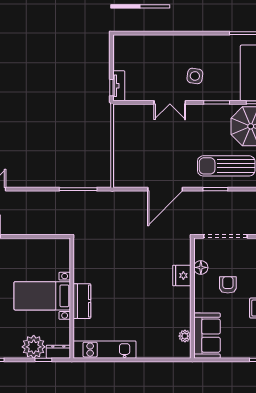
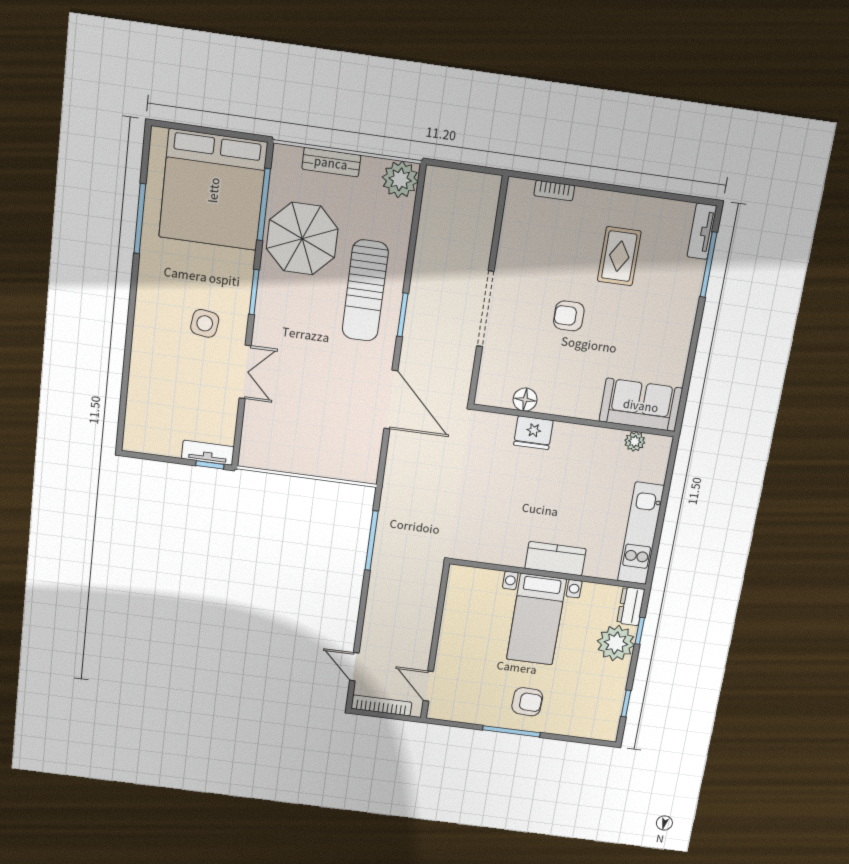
floor lamp: (201, 267) -> (525, 400), moved
fridge: (182, 275) -> (533, 433), moved
wall: (192, 298) -> (574, 420), moved
plant: (185, 336) -> (635, 441), moved
sofa: (207, 336) -> (641, 405), moved

